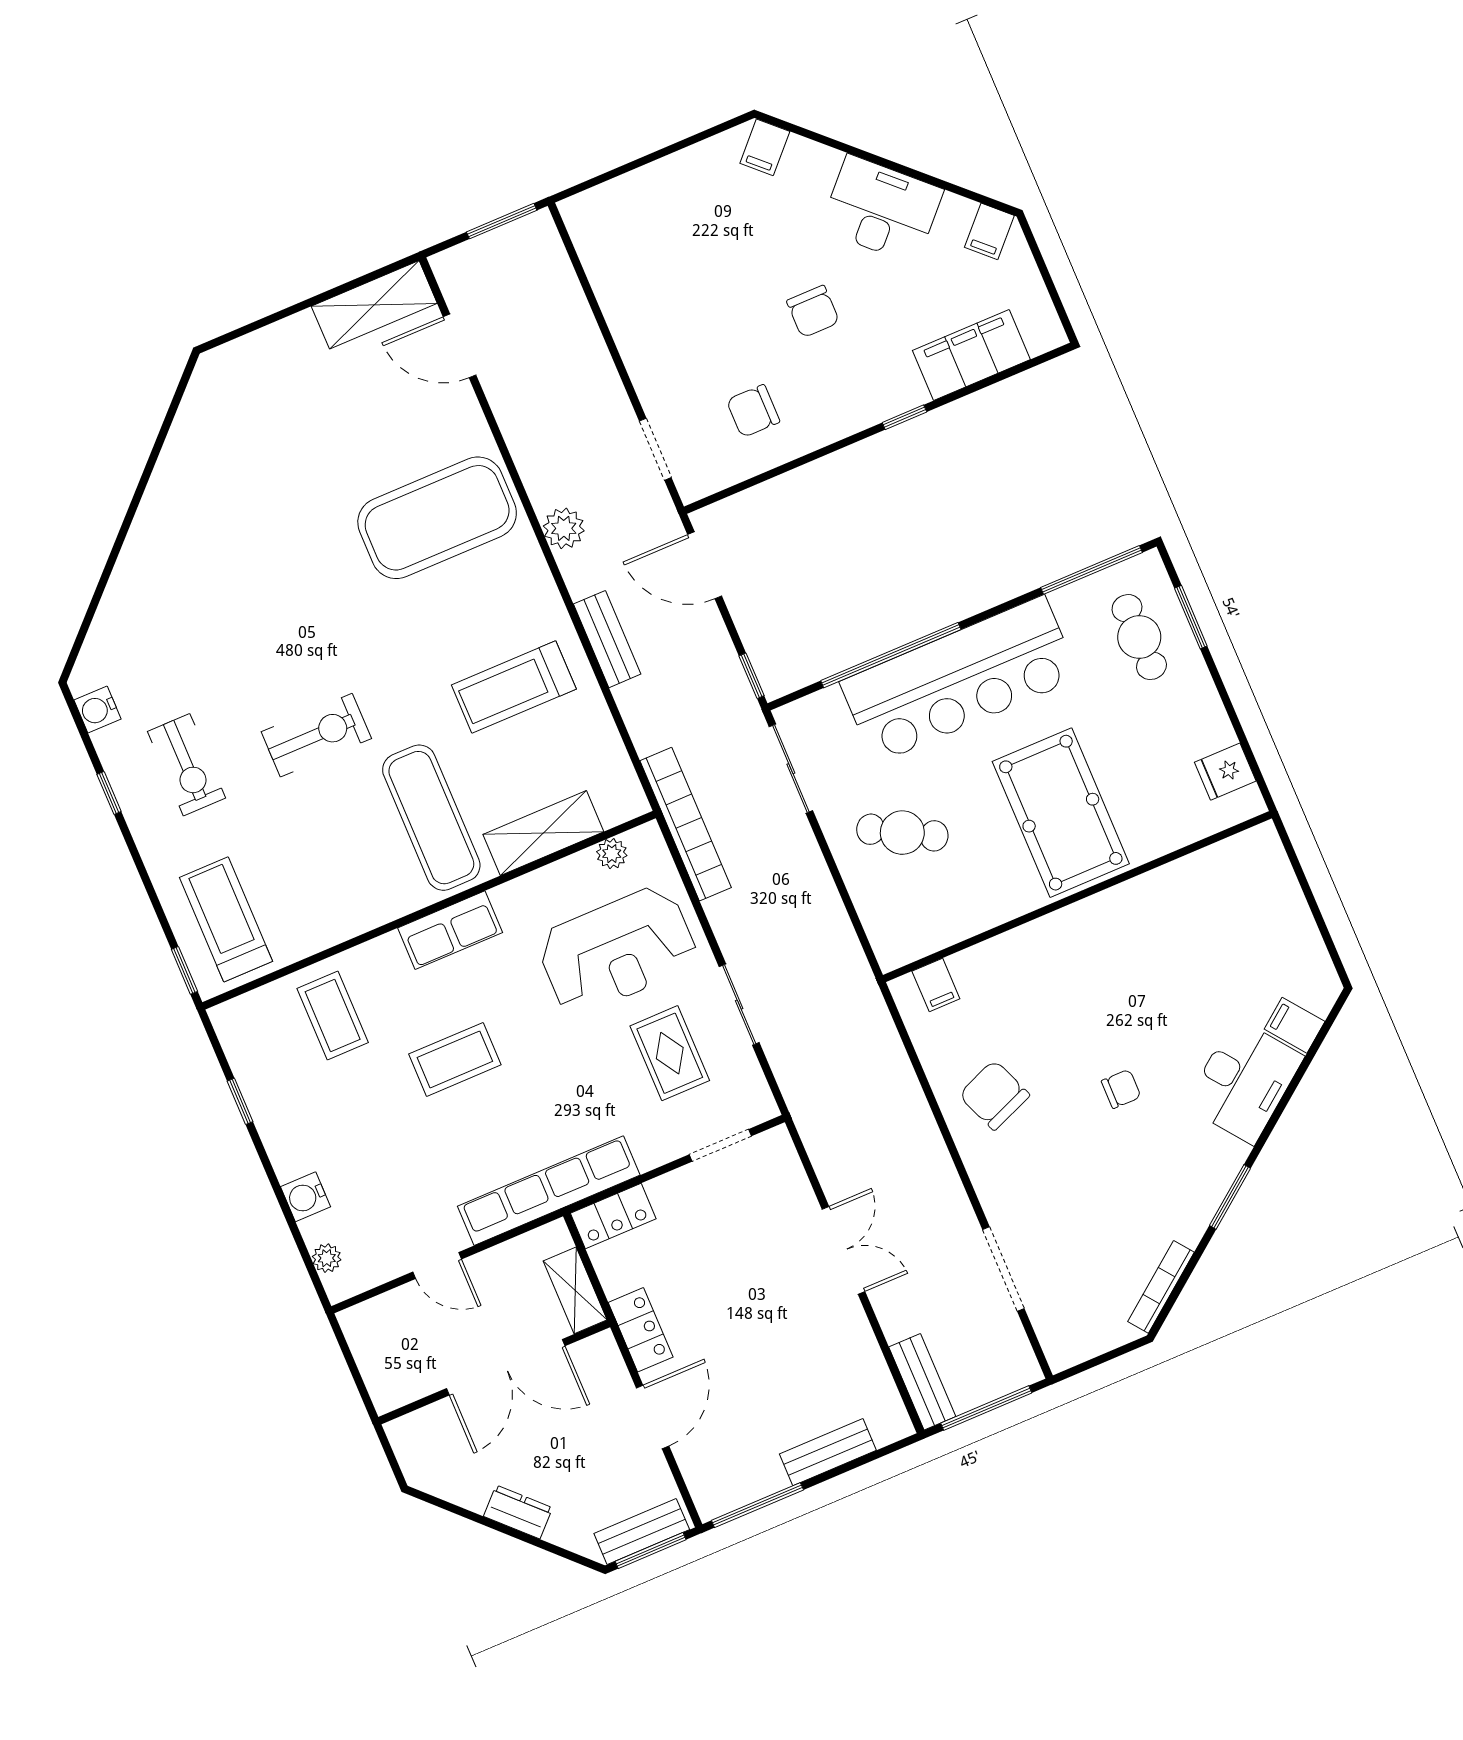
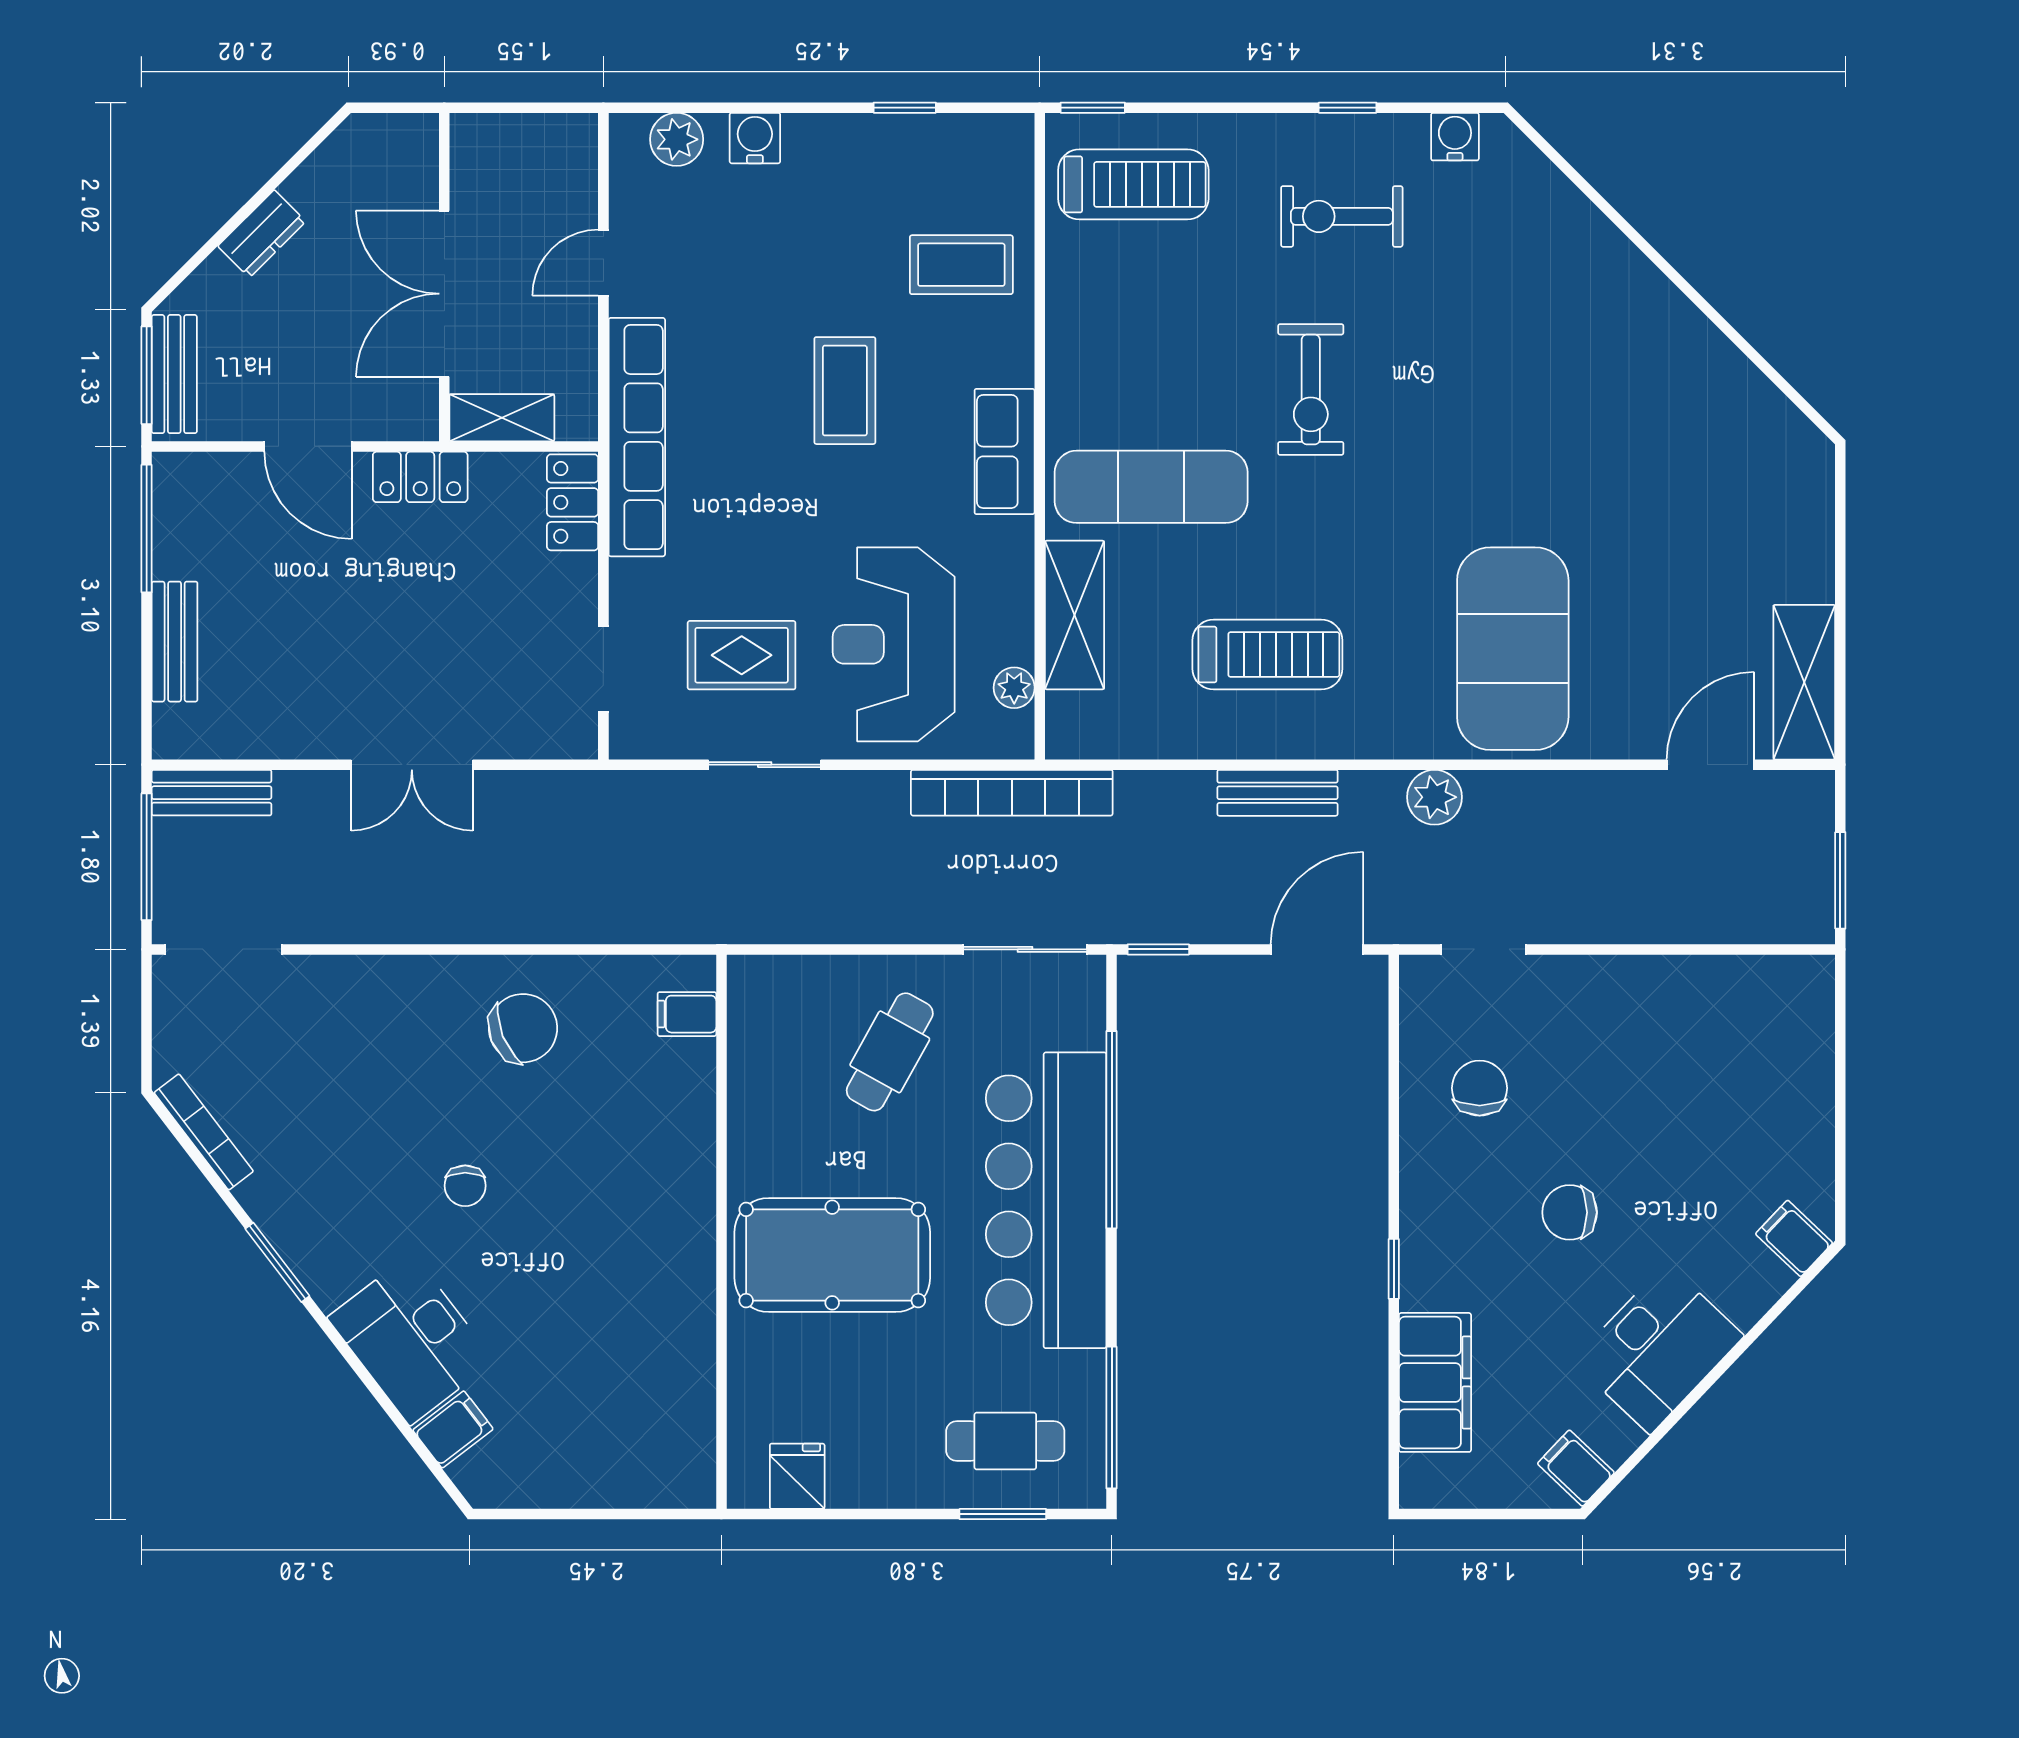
treadmill: (514, 687) -> (1267, 655), turned 90
plant: (327, 1258) -> (677, 139), width x1.38, depth x1.38
doorway: (1003, 1269) -> (224, 949), moved

